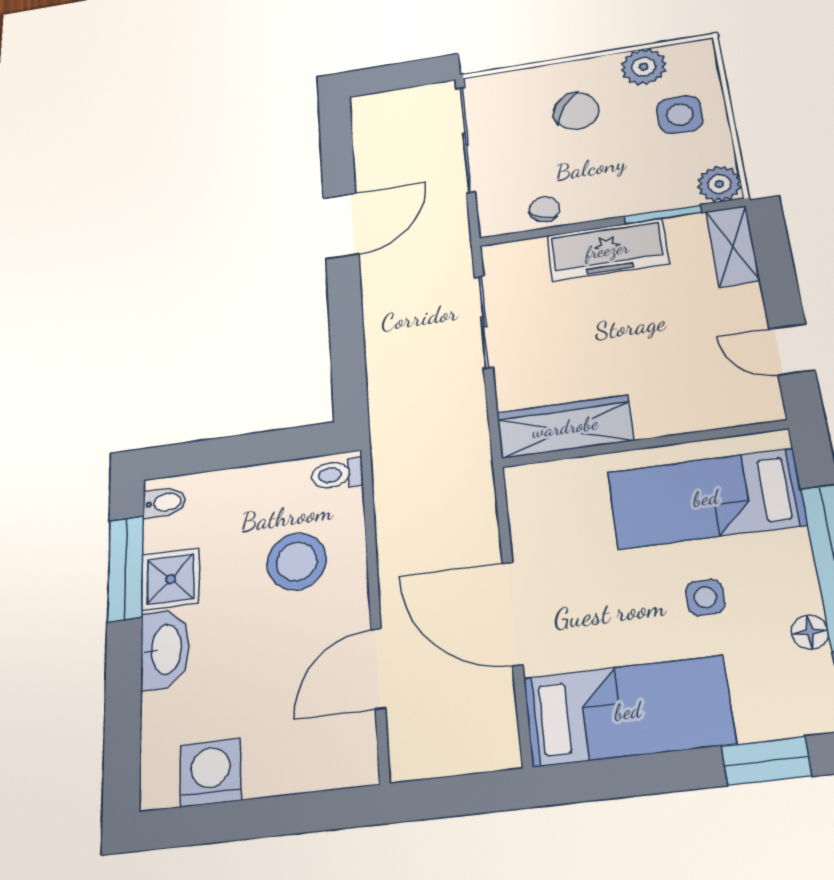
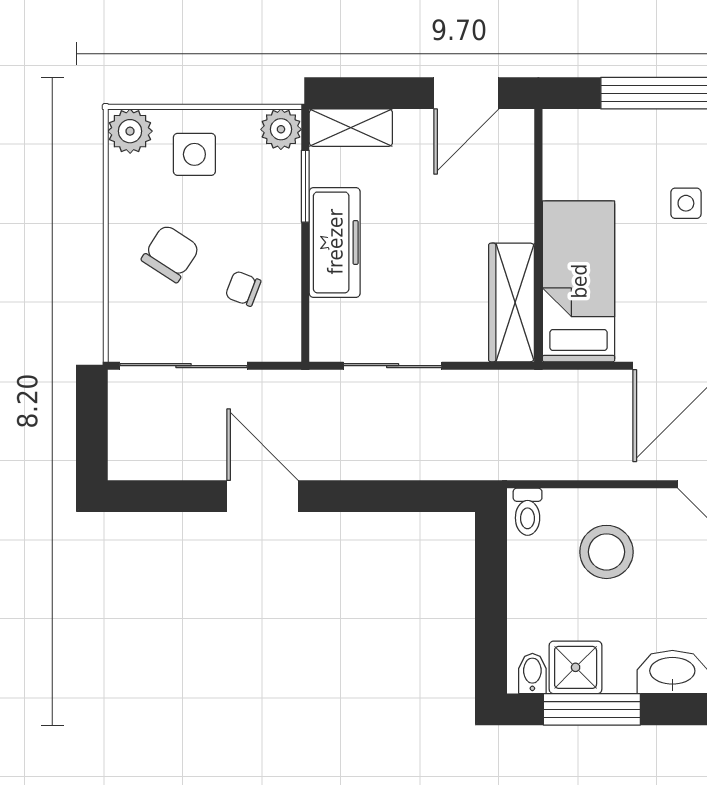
plant: (644, 67) -> (130, 131), moved
chair: (544, 209) -> (243, 289), moved
door: (792, 349) -> (466, 93), width x1.38
bed: (706, 498) -> (579, 281), moved, turned 180
shower: (171, 579) -> (576, 667), moved

